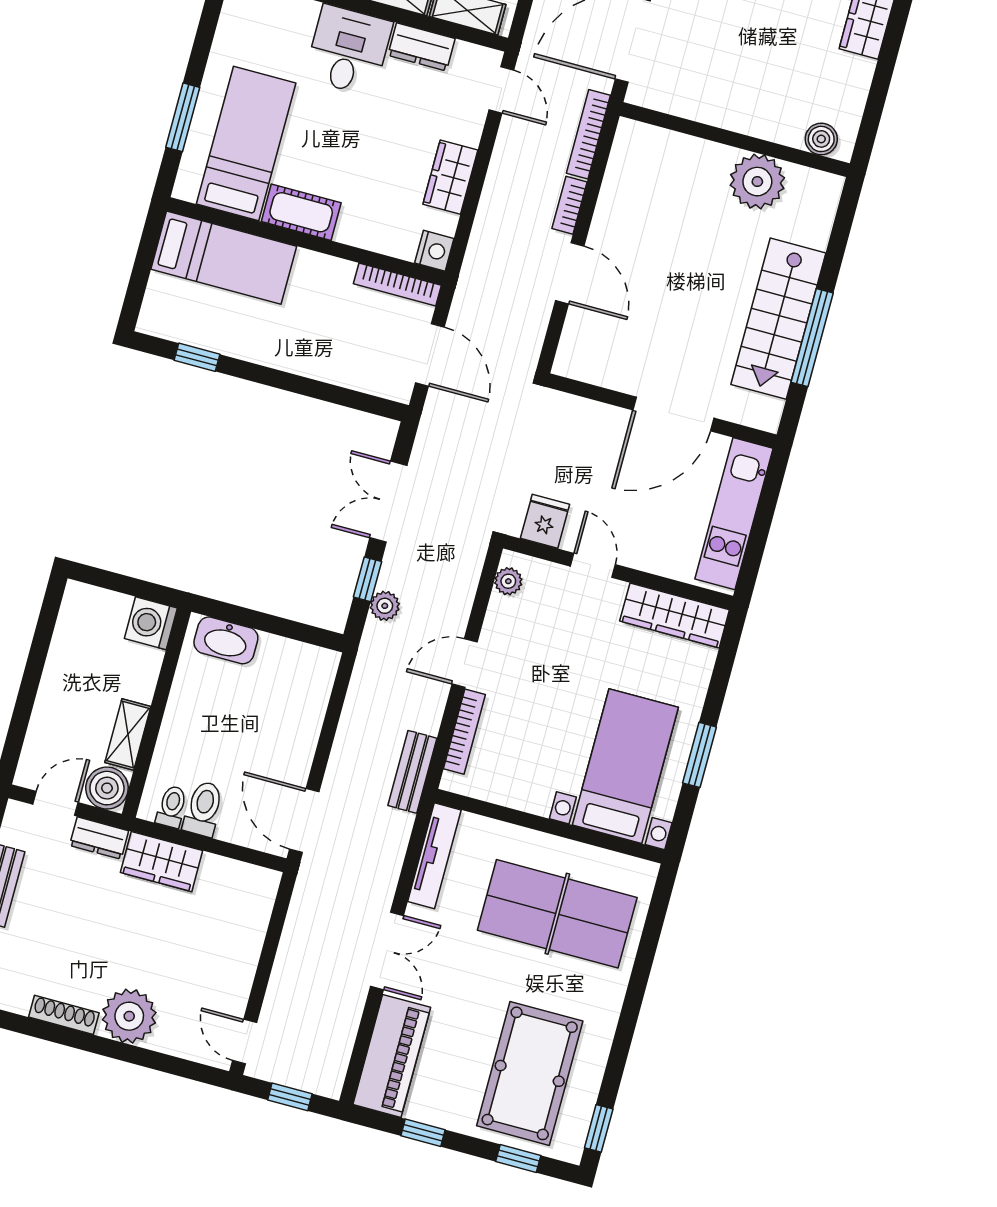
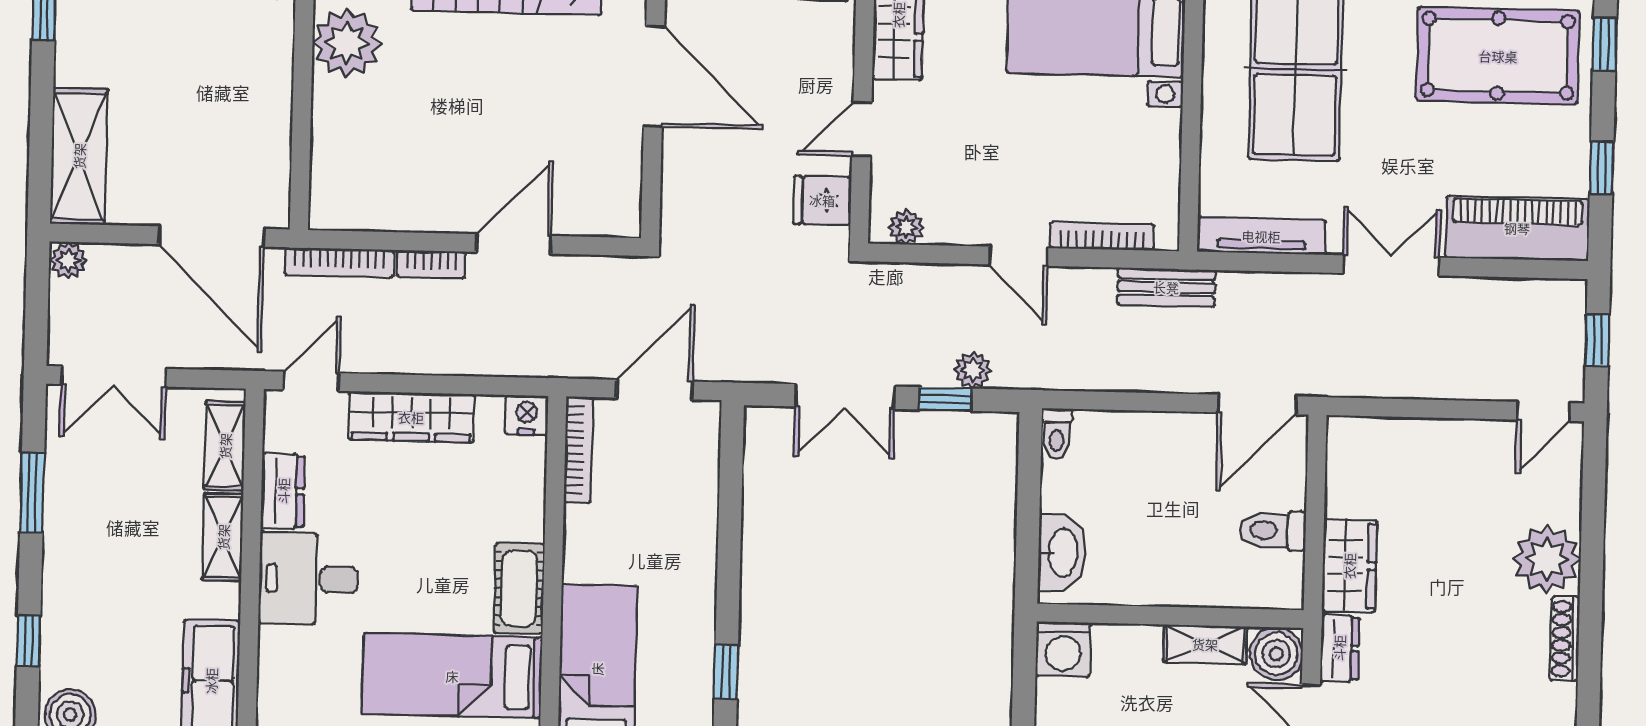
wardrobe: (450, 177) -> (411, 417), width x1.50
toilet: (172, 807) -> (1057, 433), moved, turned -90

